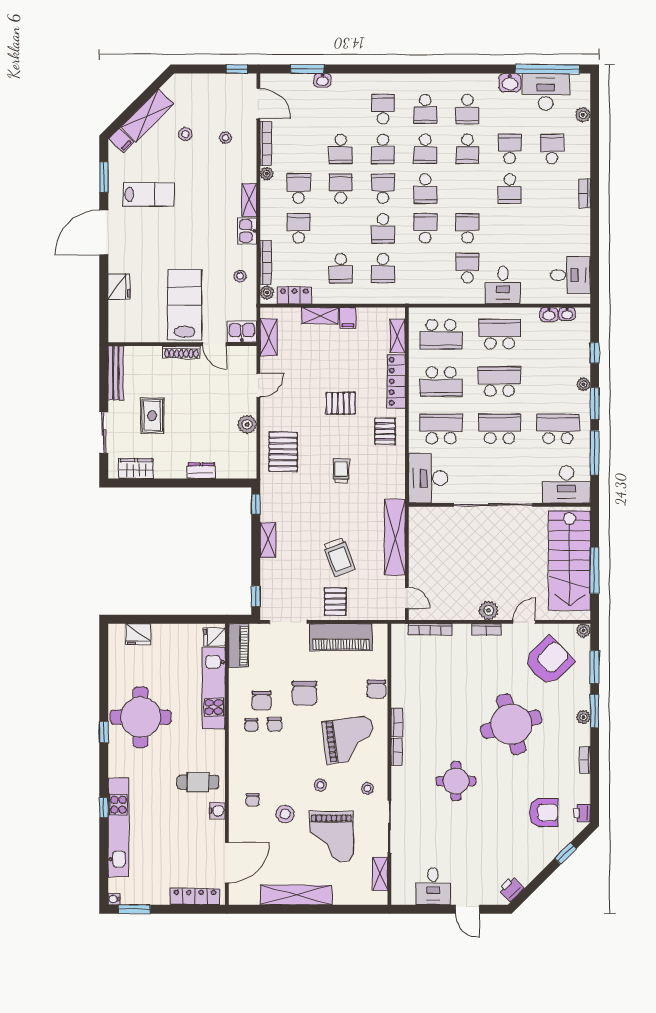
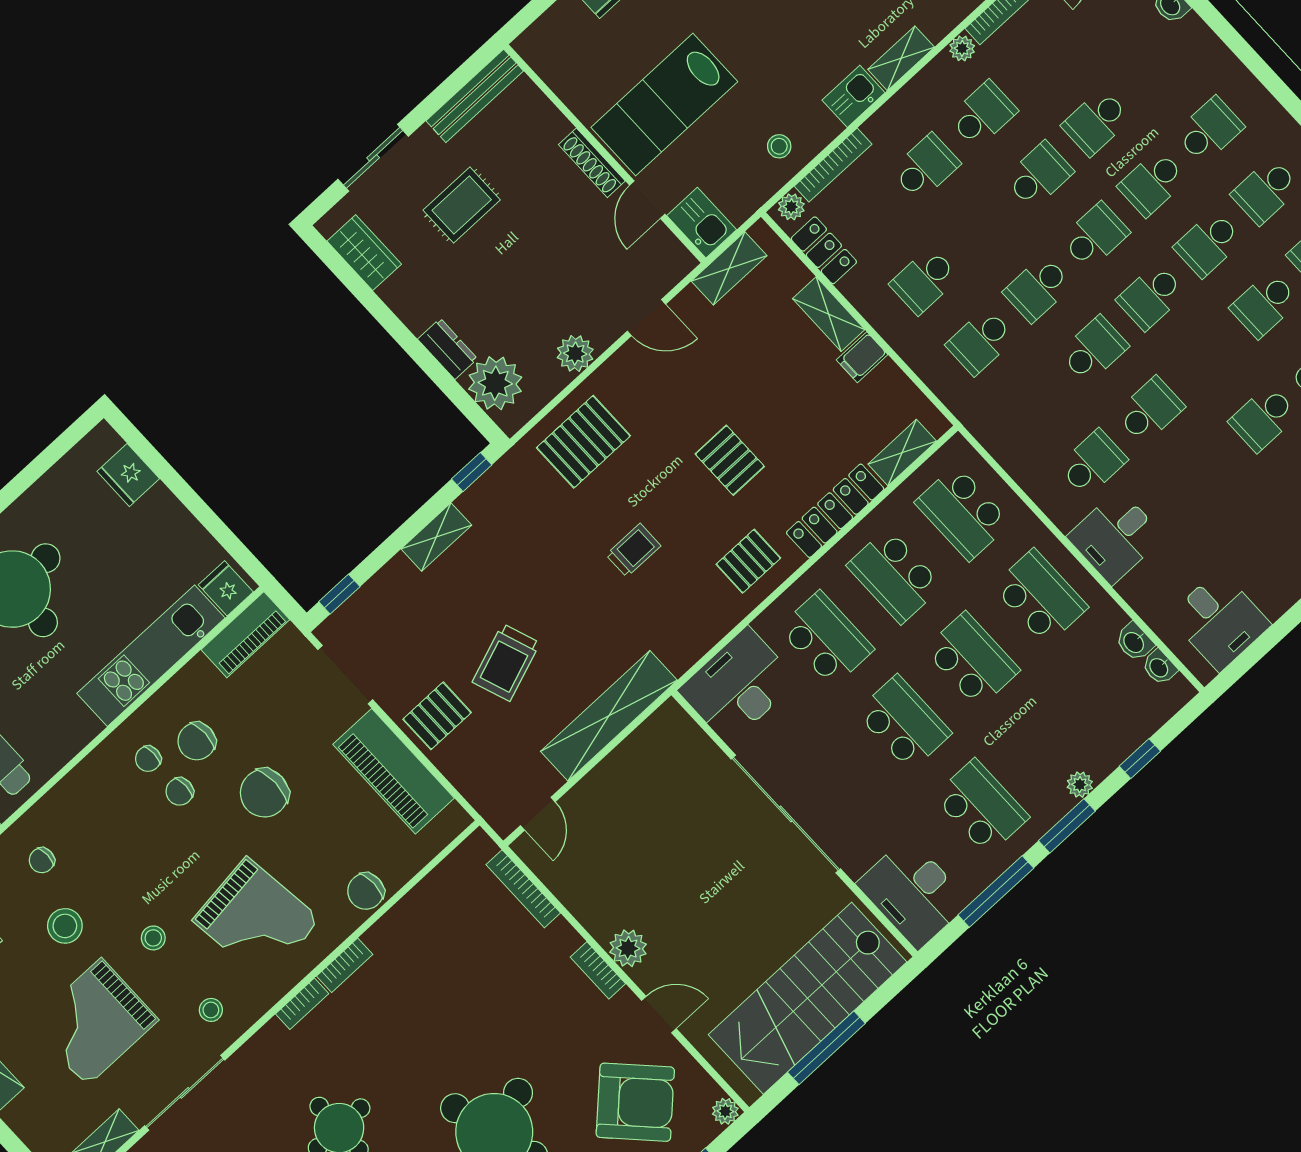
lab bench: (185, 305) -> (664, 104), turned 180
plant: (231, 465) -> (495, 383), added

